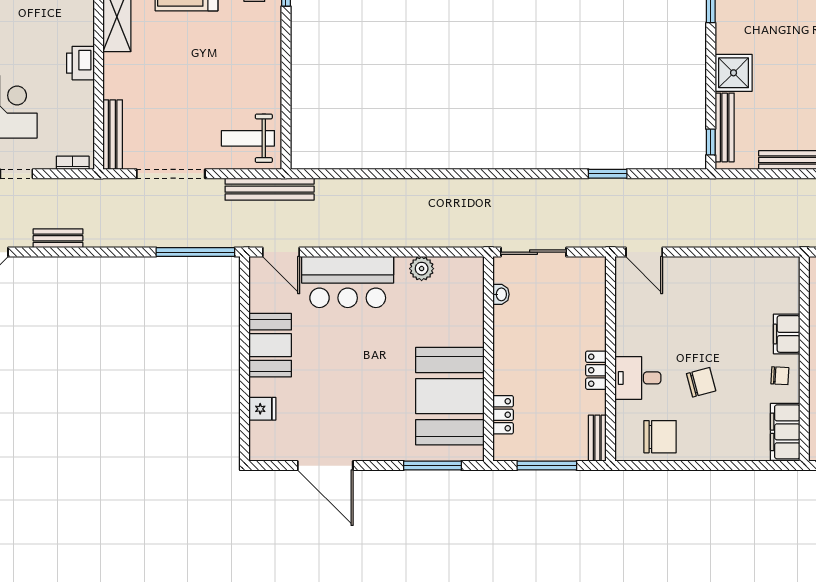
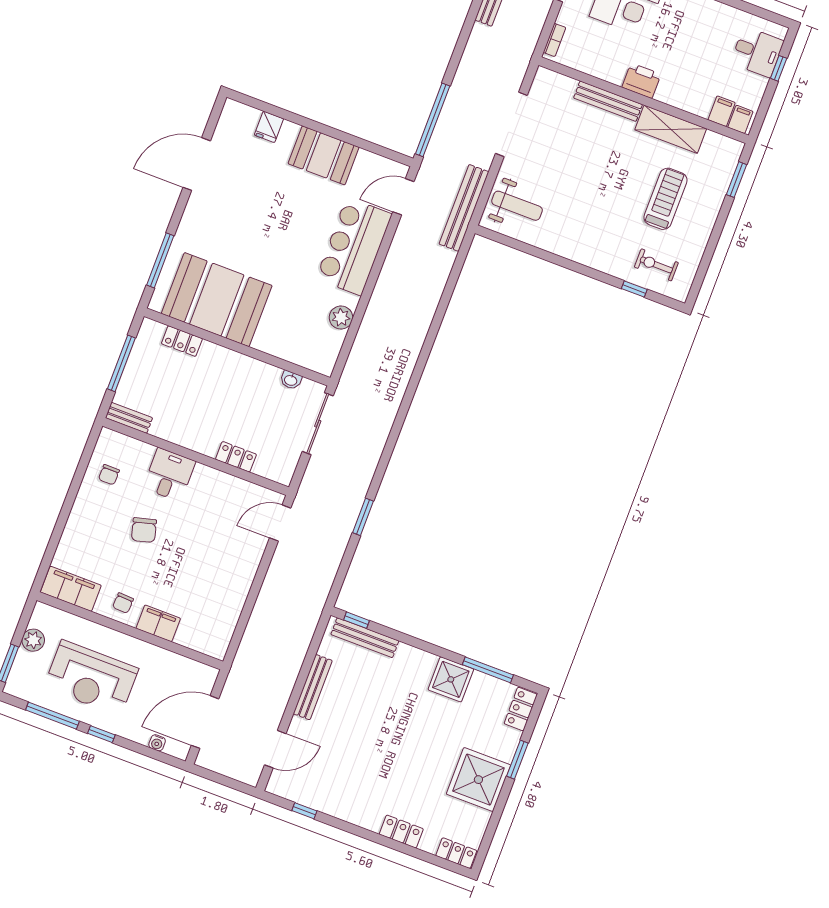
shower: (734, 73) -> (451, 679), moved
bench: (113, 135) -> (608, 101), moved
weight bench: (248, 138) -> (517, 206), turned 90
locker: (596, 370) -> (236, 457), moved
chair: (660, 437) -> (109, 475), width x0.54, depth x0.54

